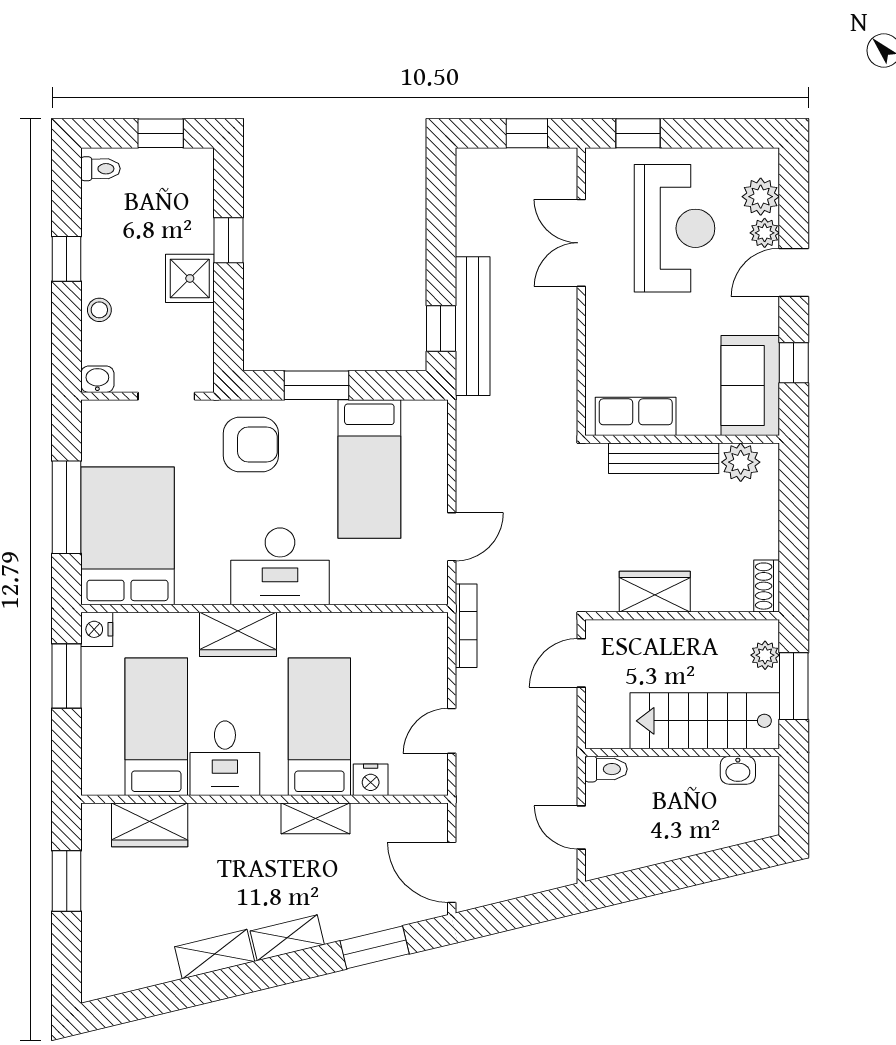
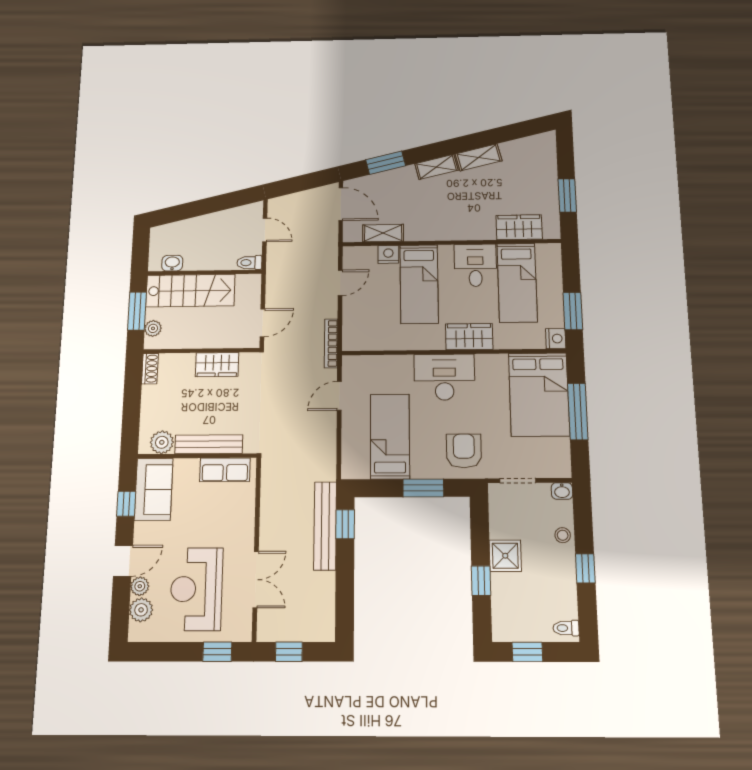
armchair: (251, 444) -> (464, 451), turned 90
shelving: (316, 818) -> (383, 233), moved

